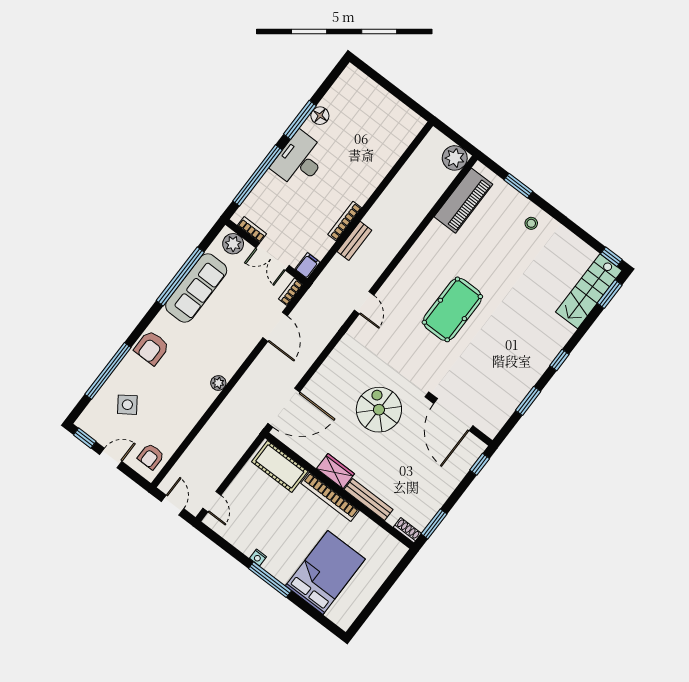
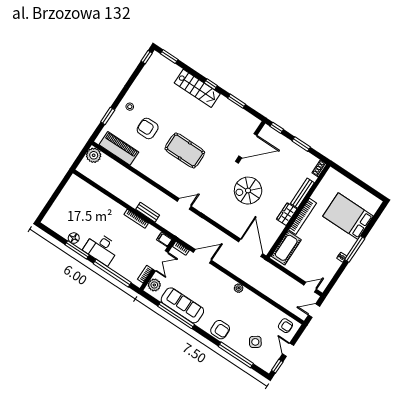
armchair: (493, 250) -> (148, 128), added
stairs: (589, 291) -> (197, 88), moved
window: (434, 524) -> (301, 144), moved

